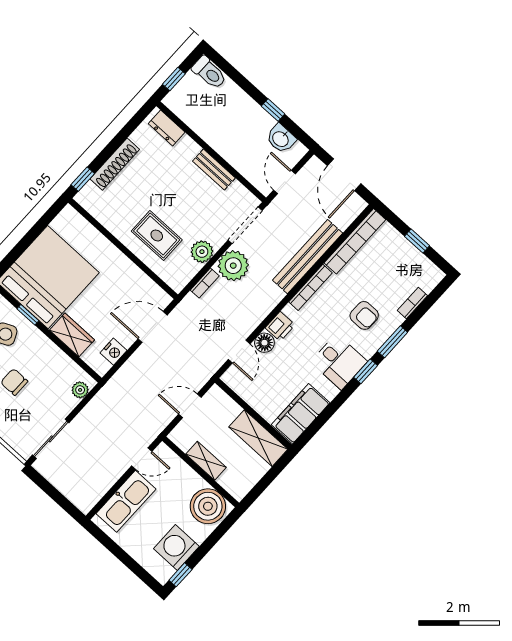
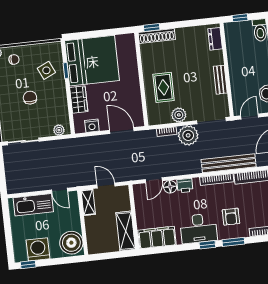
shoe rack: (115, 164) -> (157, 36), moved
desk: (339, 362) -> (198, 228), width x1.37
shelving: (206, 461) -> (88, 202), moved

